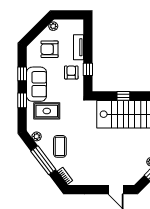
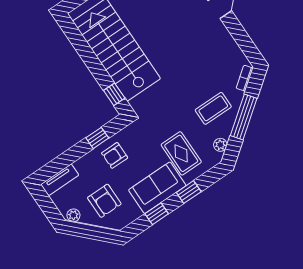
tv unit: (79, 47) -> (60, 180), moved
window: (123, 96) -> (114, 94), moved

